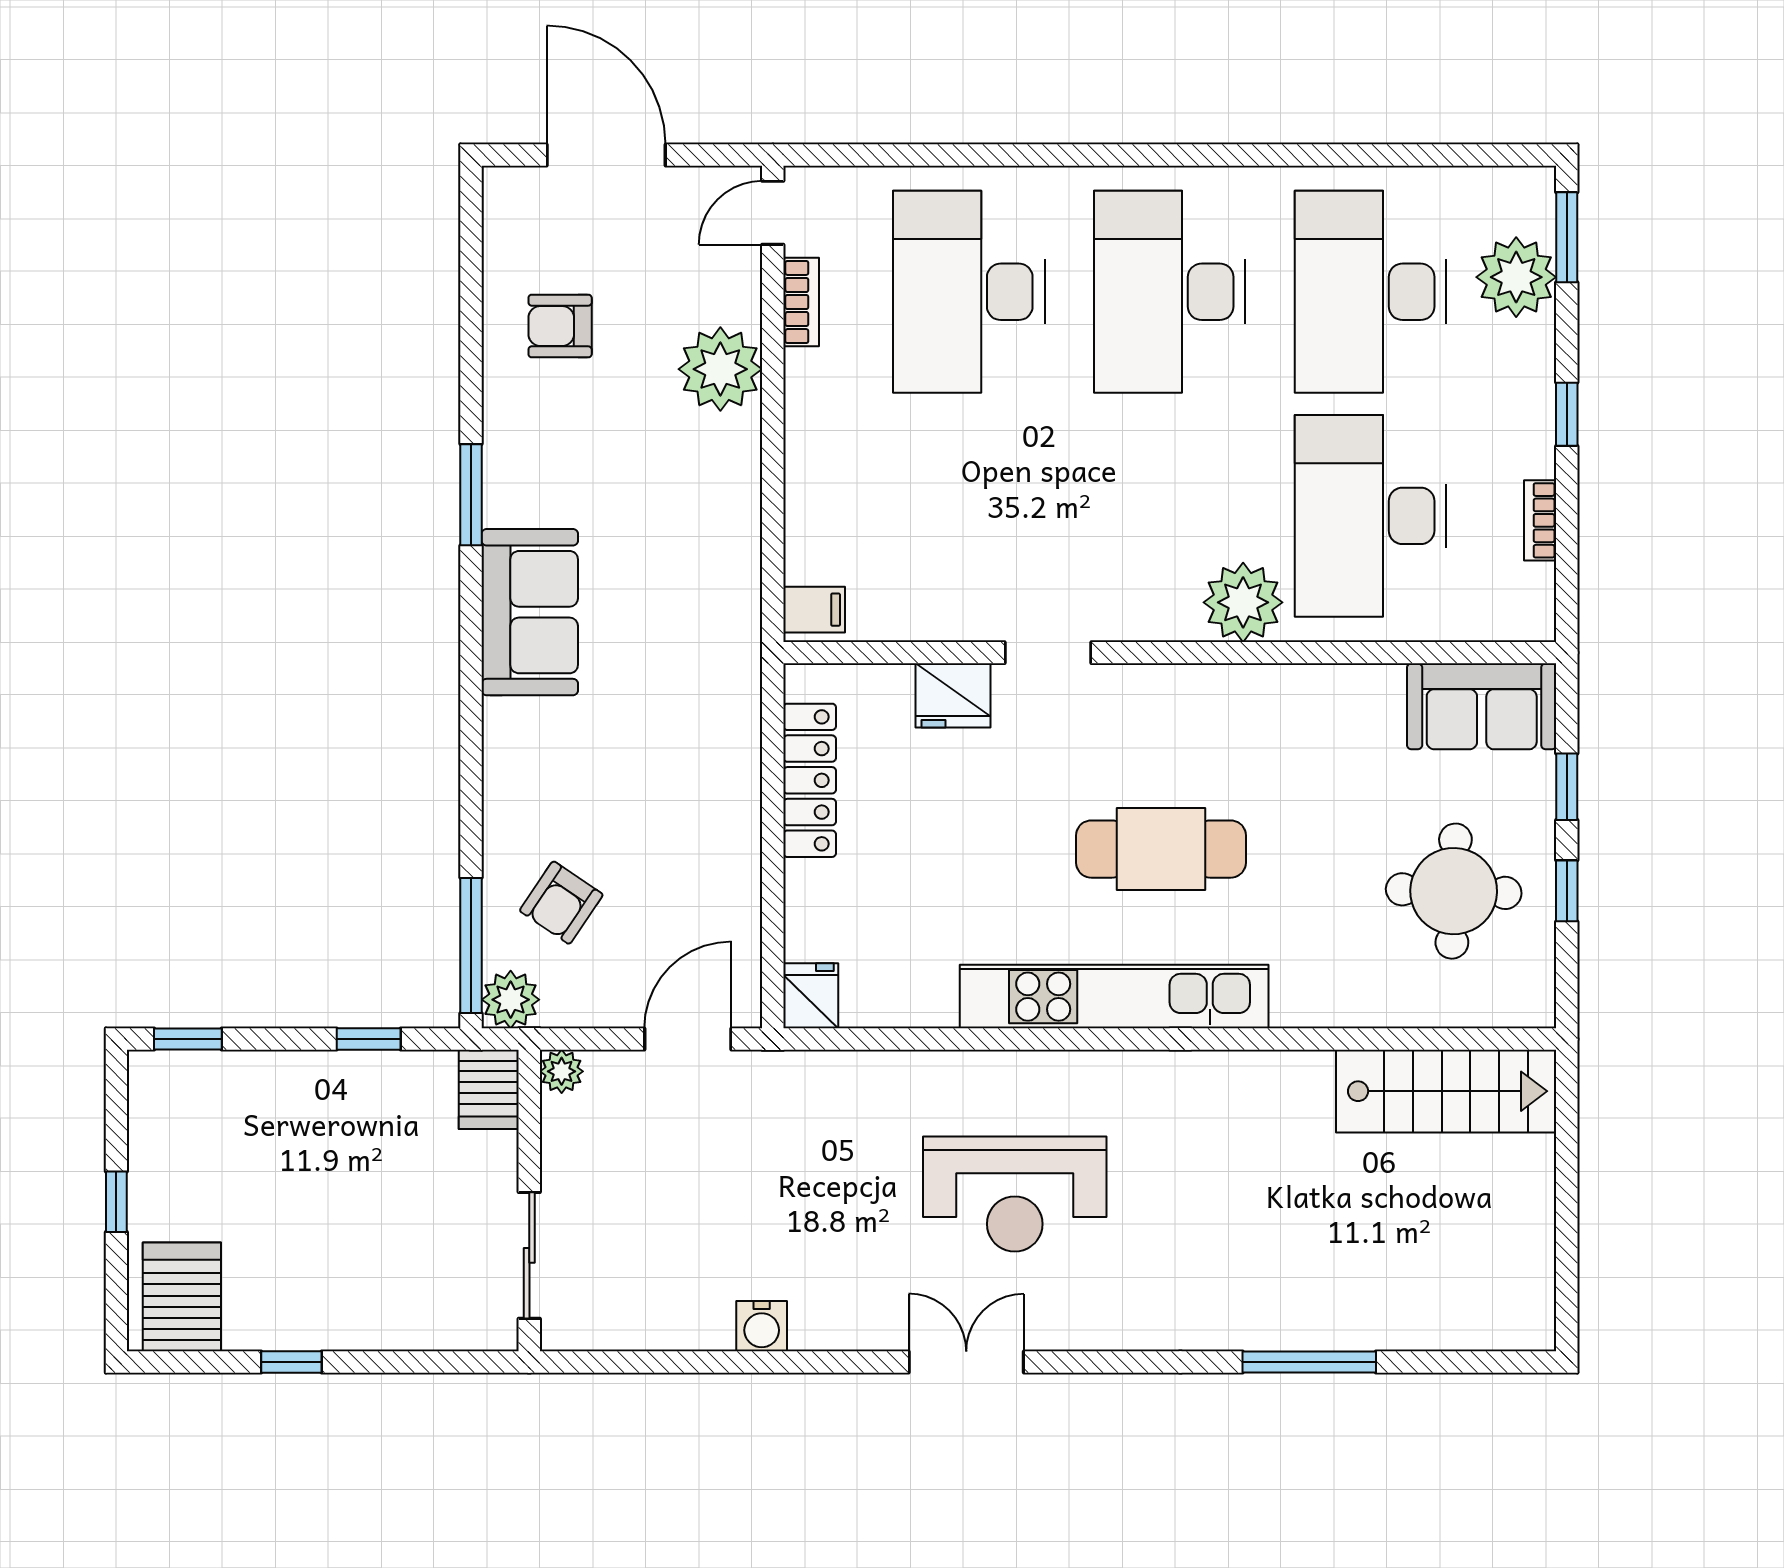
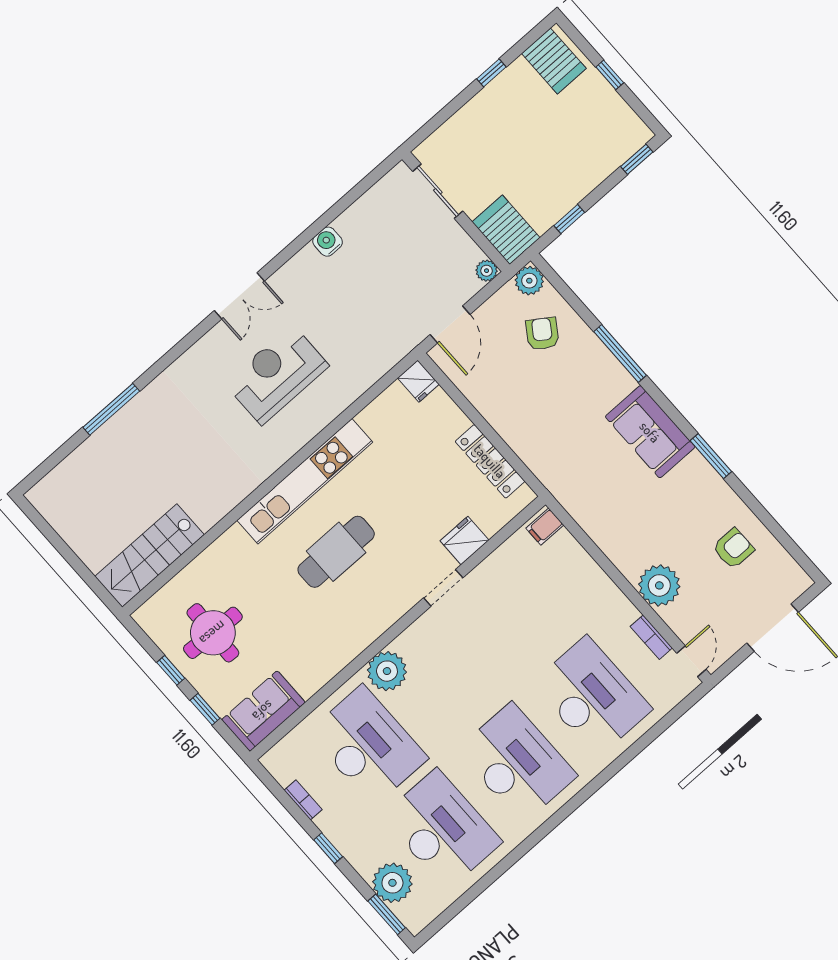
window: (471, 946) -> (620, 353), moved
server rack: (489, 1089) -> (506, 230), width x1.36, depth x1.44

